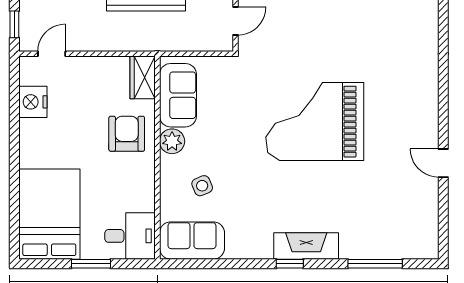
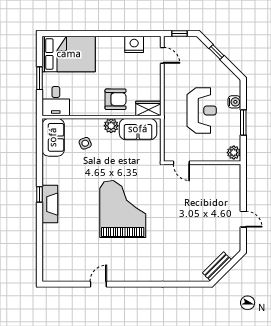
window: (375, 264) -> (40, 244), removed

